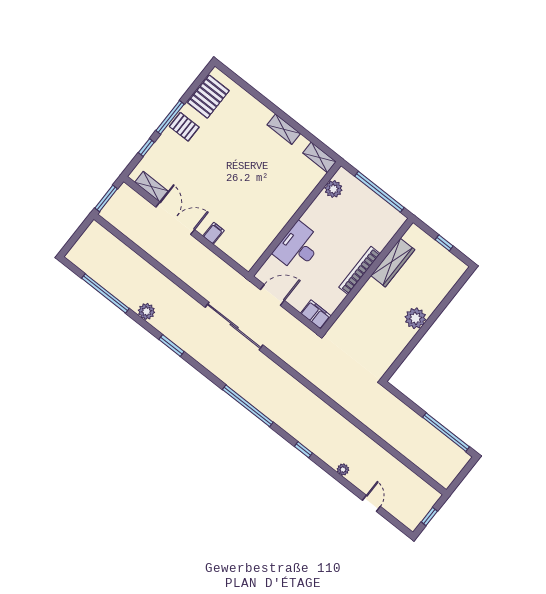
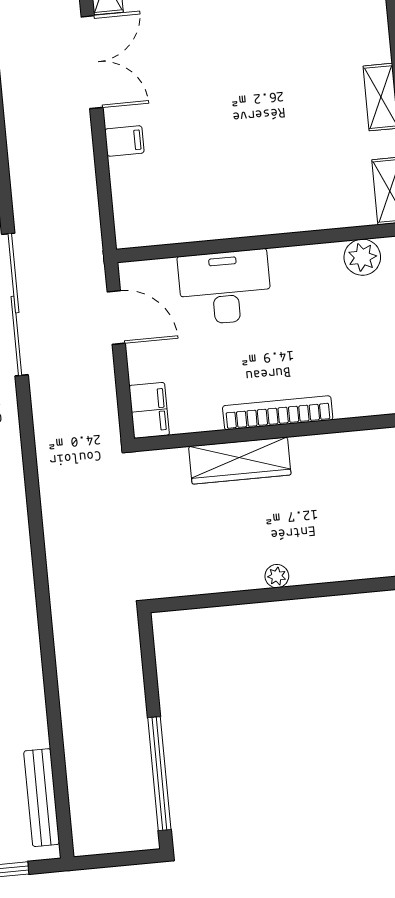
wardrobe: (393, 263) -> (240, 461), moved
plant: (415, 318) -> (277, 576), width x0.53, depth x0.53
bench: (415, 481) -> (42, 798), added

